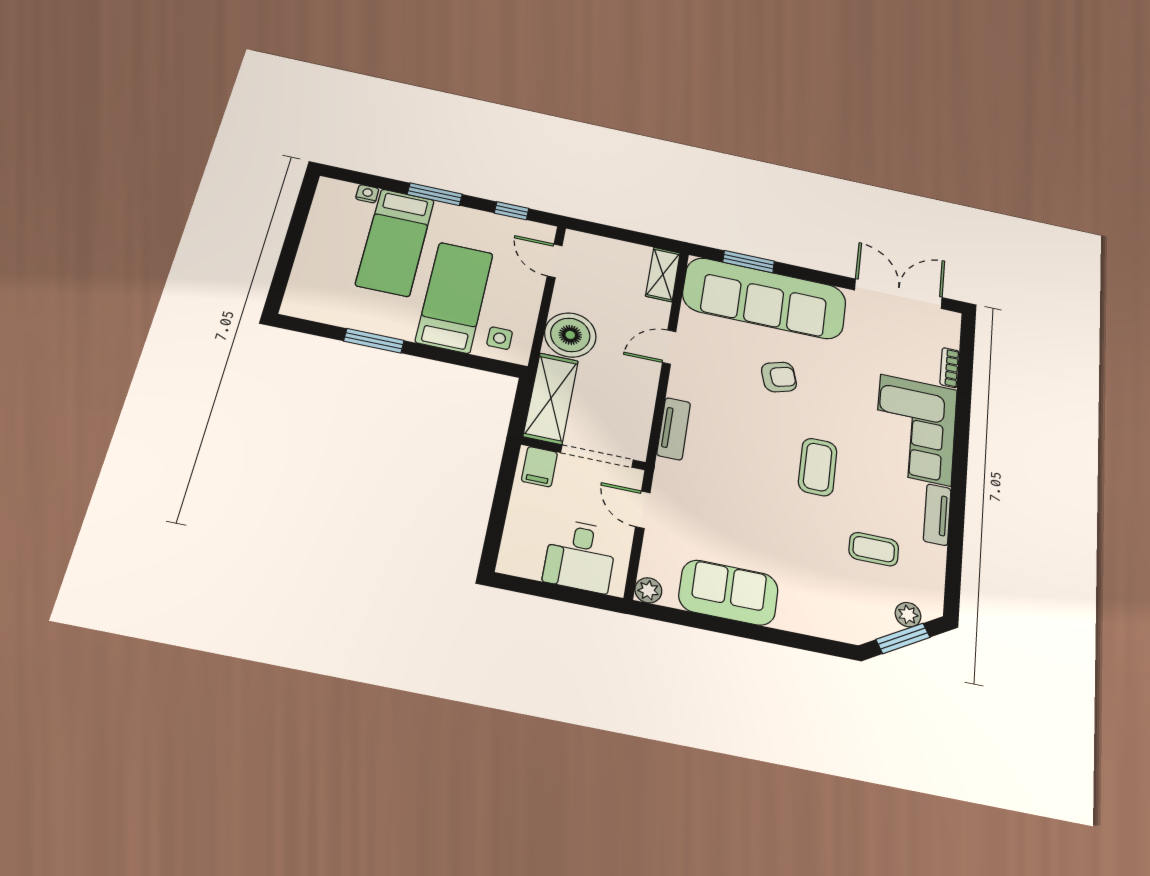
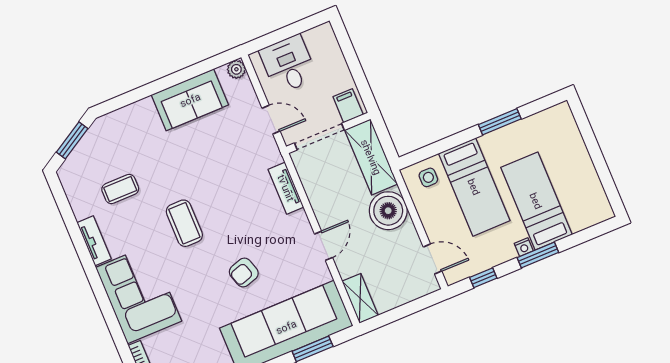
nightstand: (367, 194) -> (524, 247), moved
plant: (908, 615) -> (77, 158), removed

